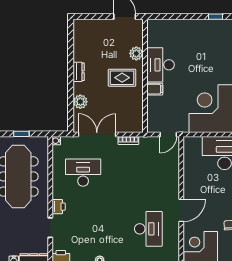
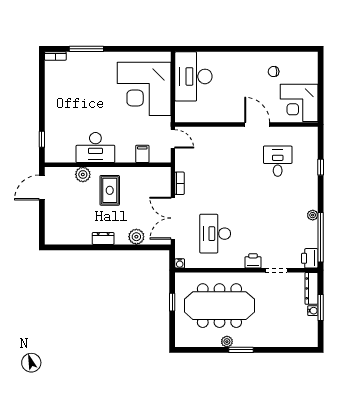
window: (216, 17) -> (42, 139), moved
filing cabinet: (155, 89) -> (142, 154), moved
desk: (148, 229) -> (278, 161), width x0.73

